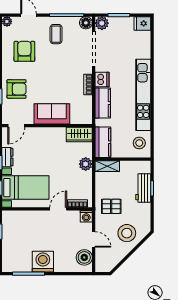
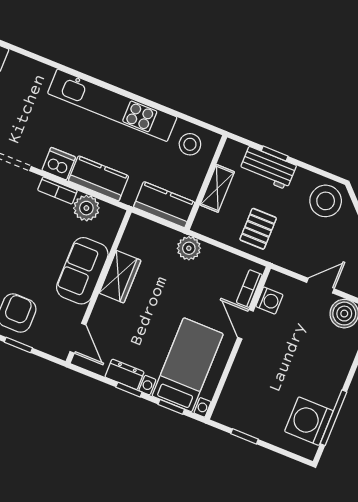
plant: (85, 103) -> (86, 208), added
wardrobe: (79, 135) -> (120, 277), moved
shelving: (107, 166) -> (217, 188), moved
pallet: (111, 206) -> (258, 229), moved
washing machine: (86, 216) -> (269, 301), moved
stool: (127, 233) -> (326, 201), moved
washing machine: (43, 262) -> (309, 421), moved

